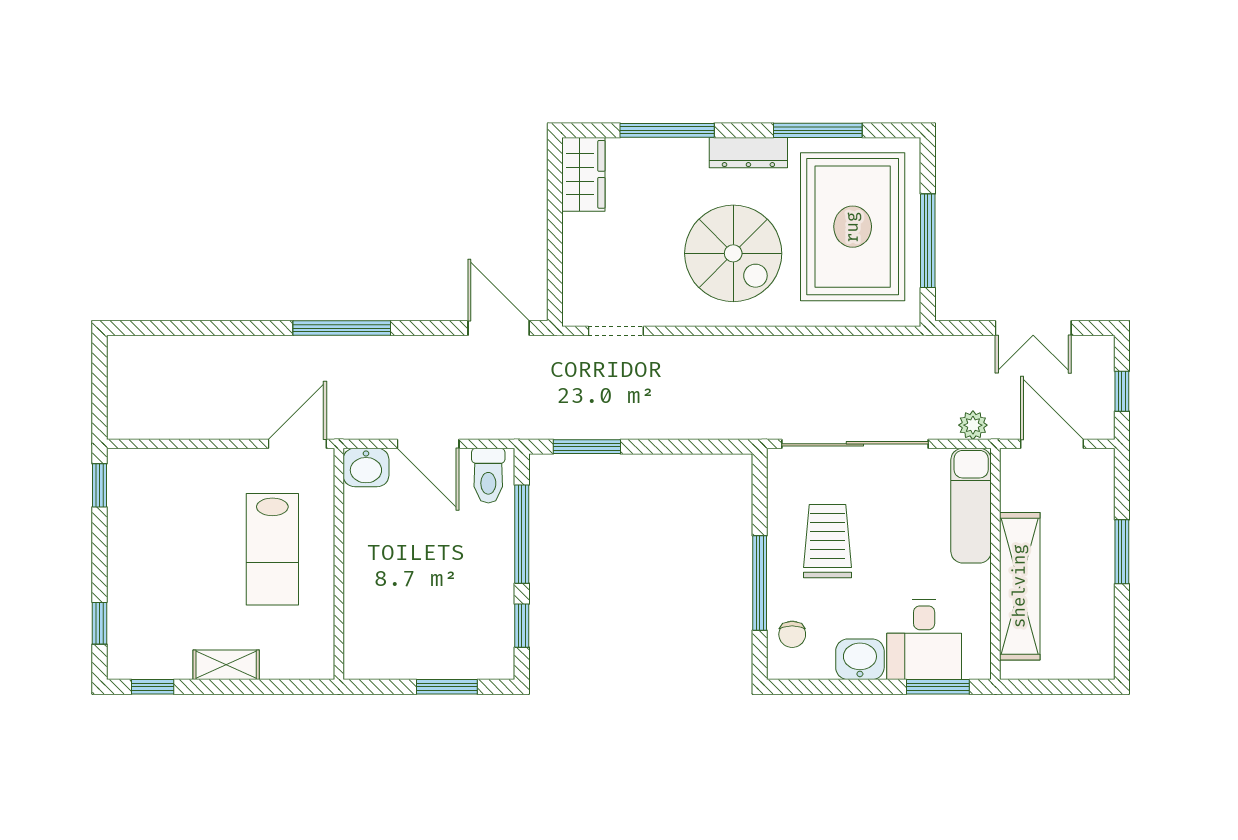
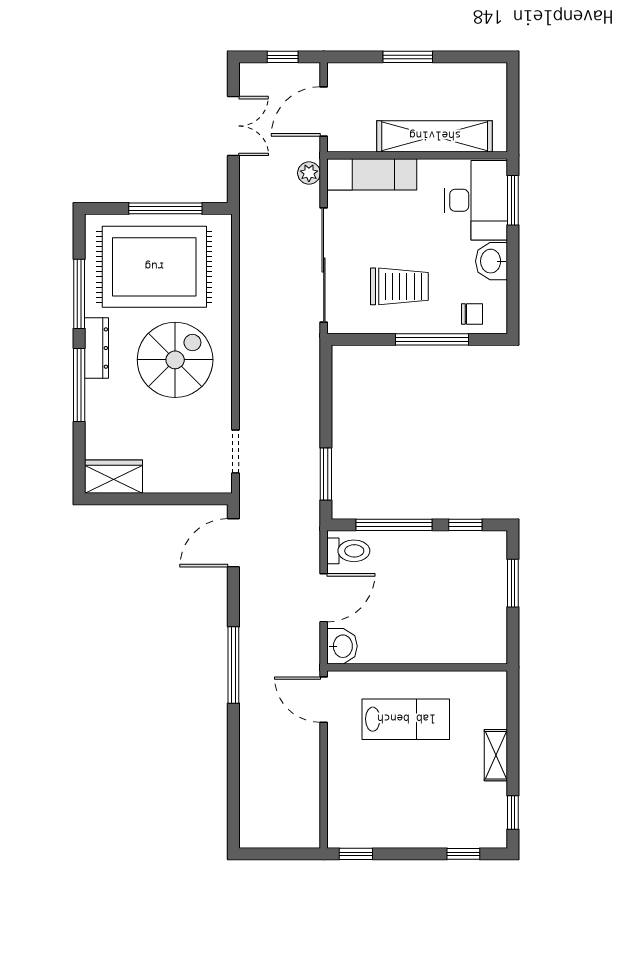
window: (667, 130) -> (79, 385), moved
trolley: (827, 541) -> (399, 286), turned 180
desk: (924, 640) -> (476, 200), width x1.37

